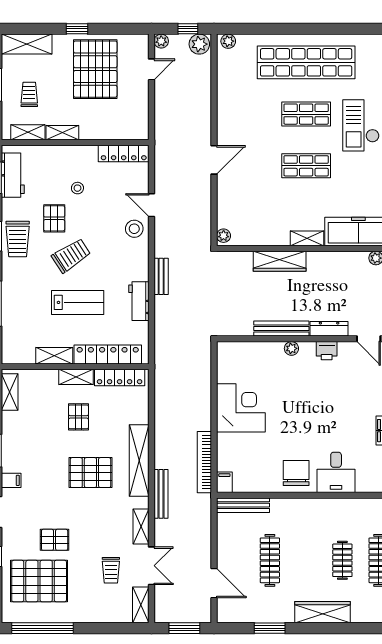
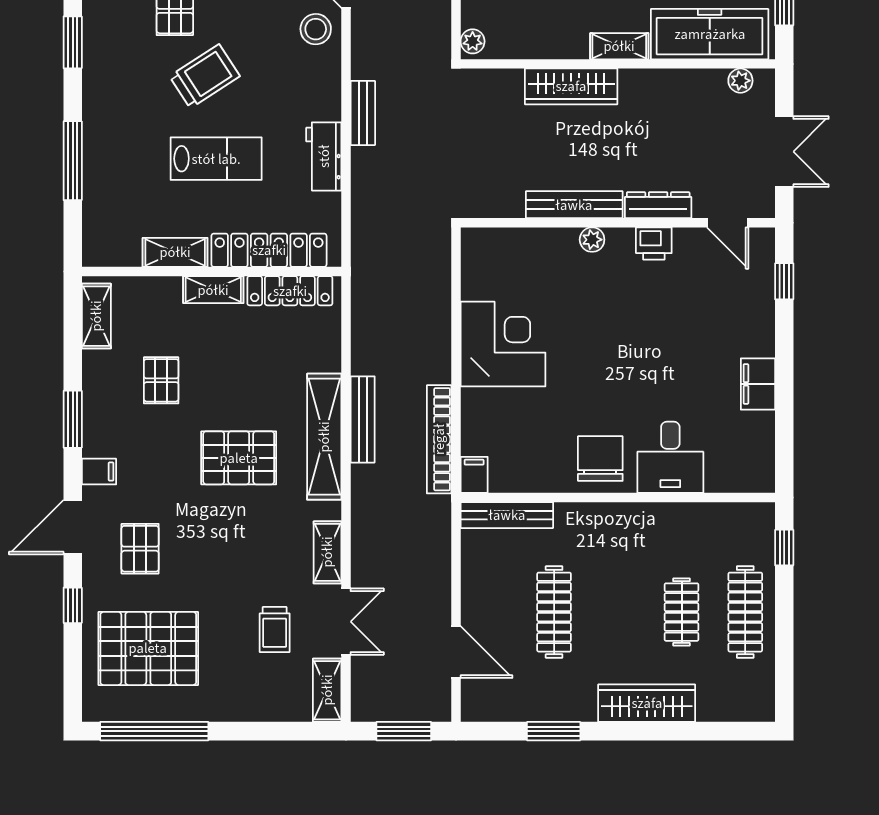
trolley: (18, 239) -> (111, 47), removed
pallet: (78, 417) -> (161, 380), moved
bench: (161, 494) -> (363, 419), moved
pallet: (55, 540) -> (140, 549), moved, turned 90

